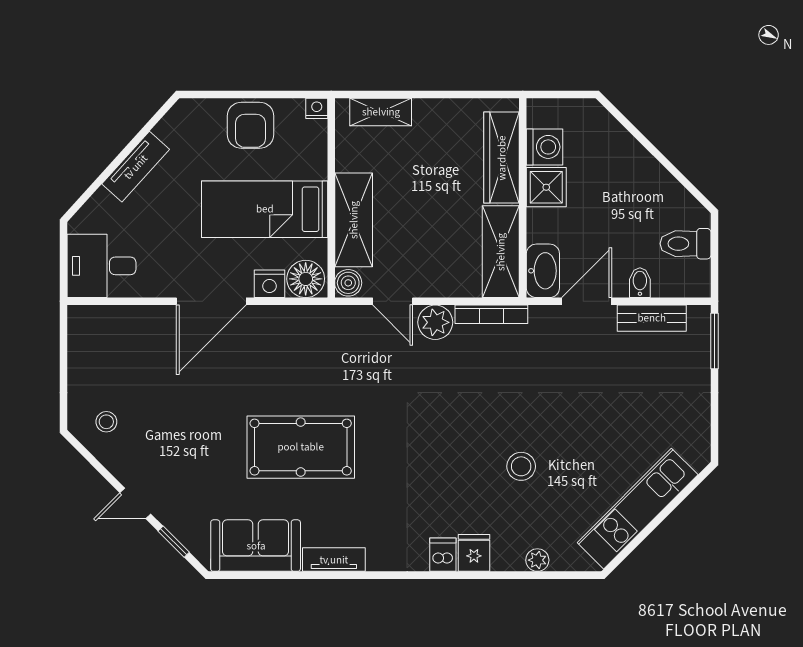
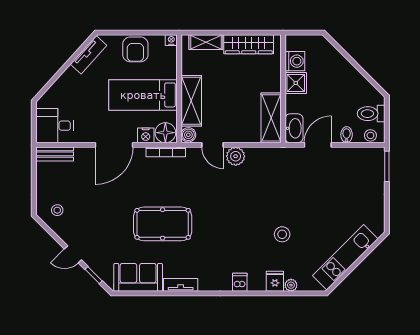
wardrobe: (502, 158) -> (249, 44), moved, turned -90
tv unit: (136, 167) -> (89, 55), moved
stool: (684, 284) -> (370, 135), added
bookcase: (491, 314) -> (166, 152), moved
bench: (652, 318) -> (55, 154), moved
fridge: (474, 553) -> (275, 281), moved

